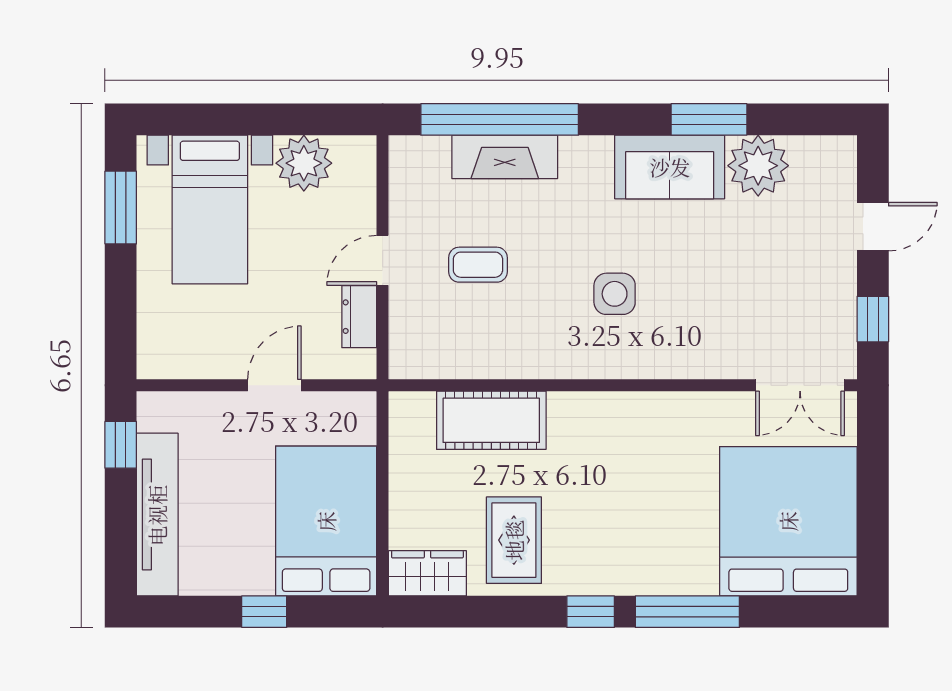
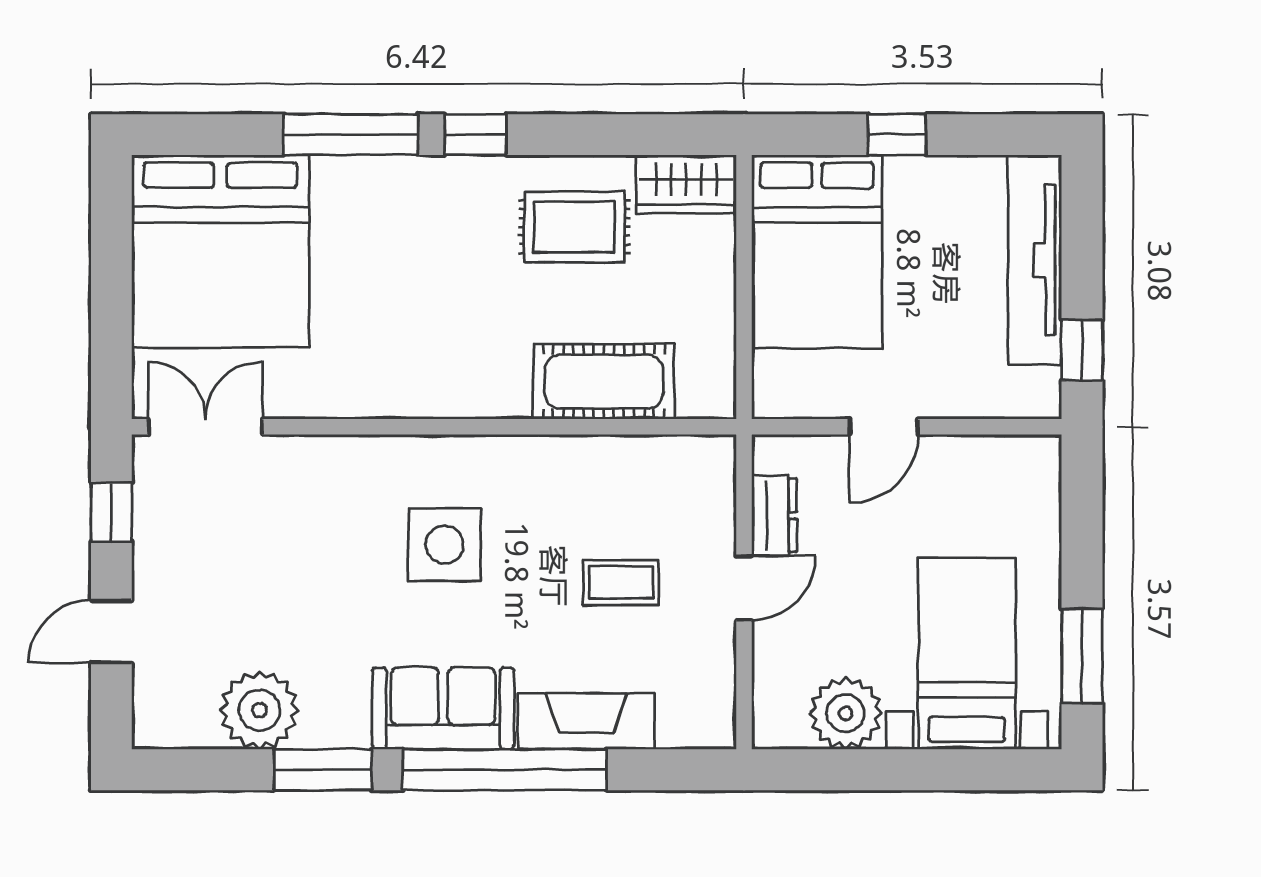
window: (500, 119) -> (504, 770), moved
sofa: (670, 167) -> (443, 708), moved
side table: (615, 294) -> (445, 545), width x1.37, depth x1.37
rug: (514, 540) -> (574, 227), turned 90

